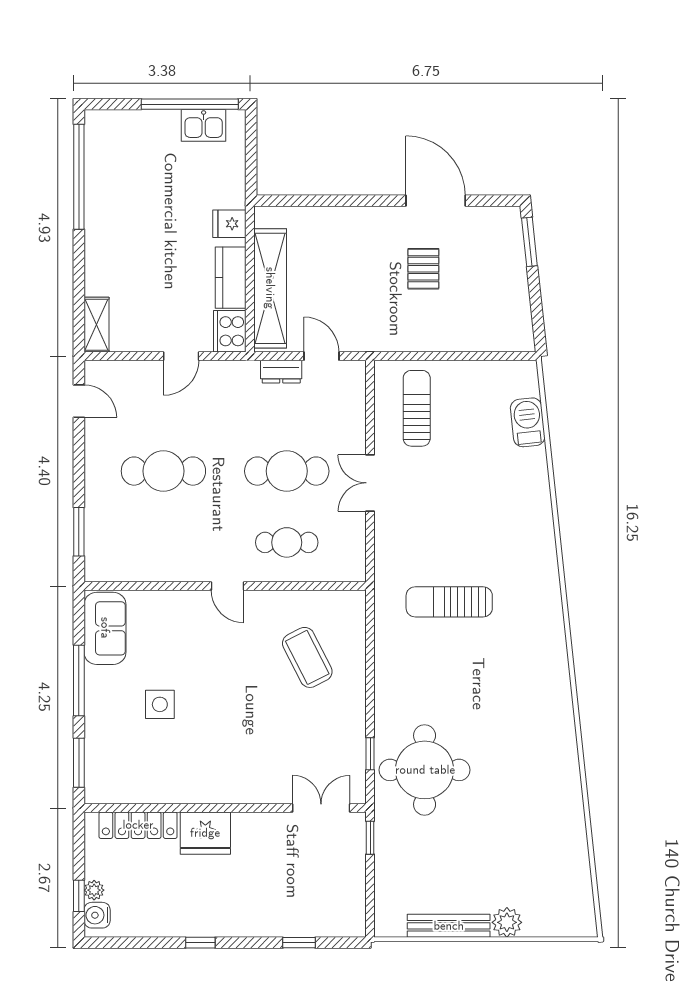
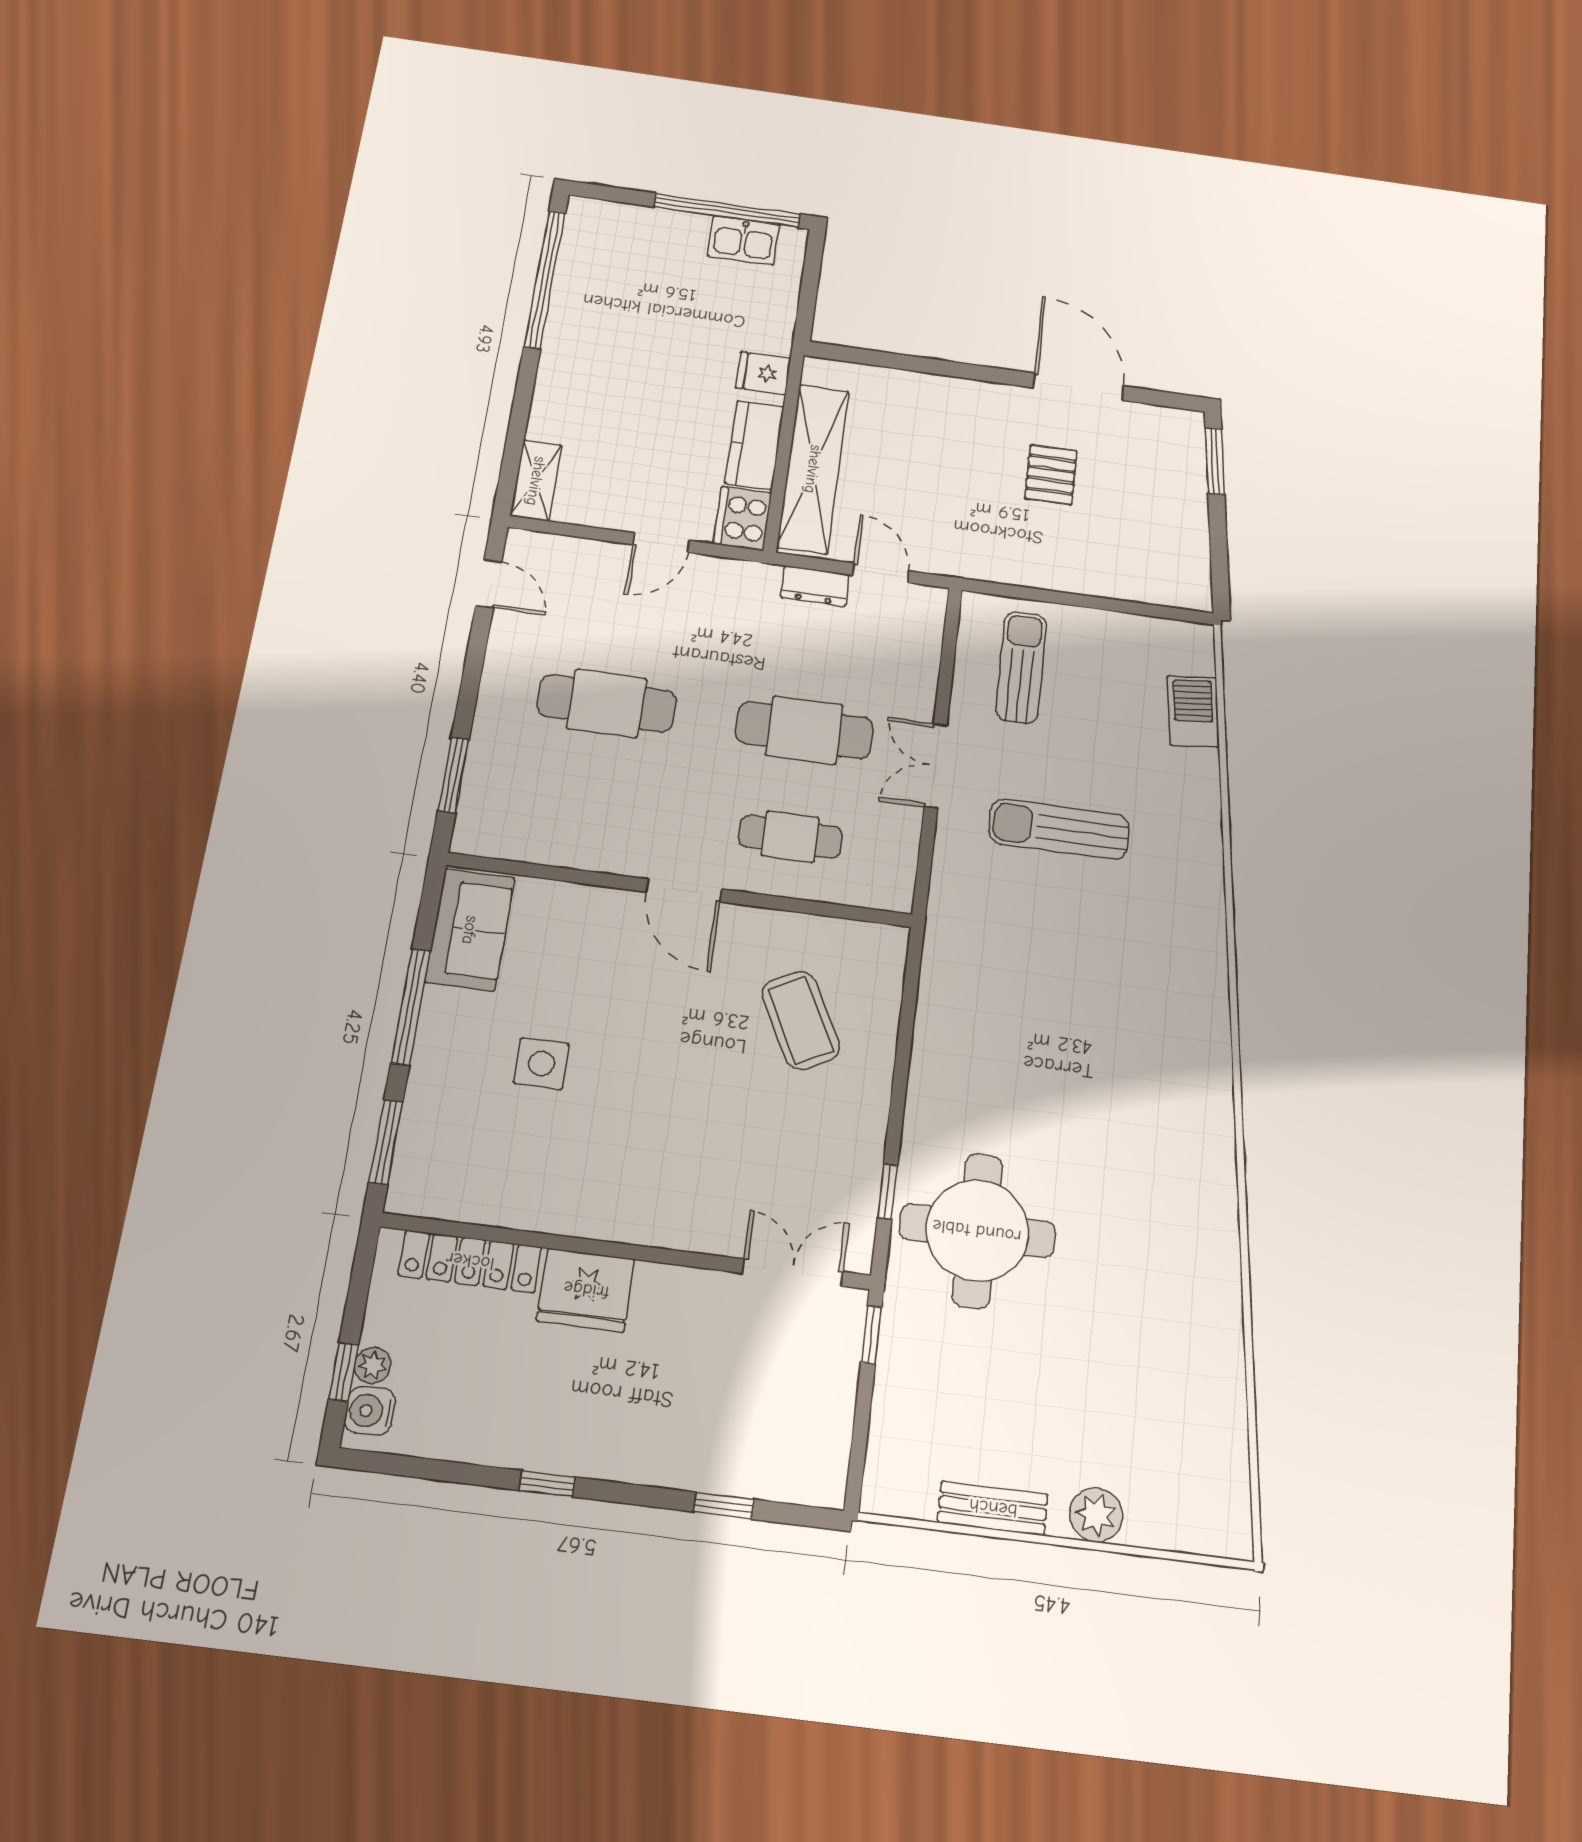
door: (227, 586) -> (684, 890), width x1.38
sun lounger: (449, 602) -> (1059, 829), moved
bench: (449, 926) -> (993, 1508), width x0.73

